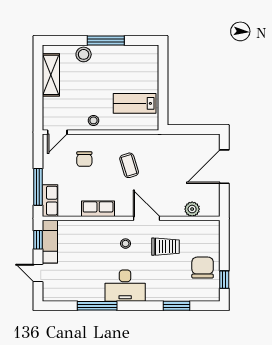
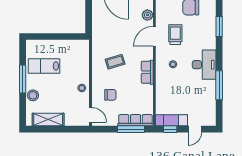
lab bench: (135, 103) -> (44, 66), moved, turned 90
row of seats: (50, 201) -> (135, 120), width x1.48
row of seats: (98, 209) -> (147, 72), moved
door: (147, 218) -> (154, 36), moved

